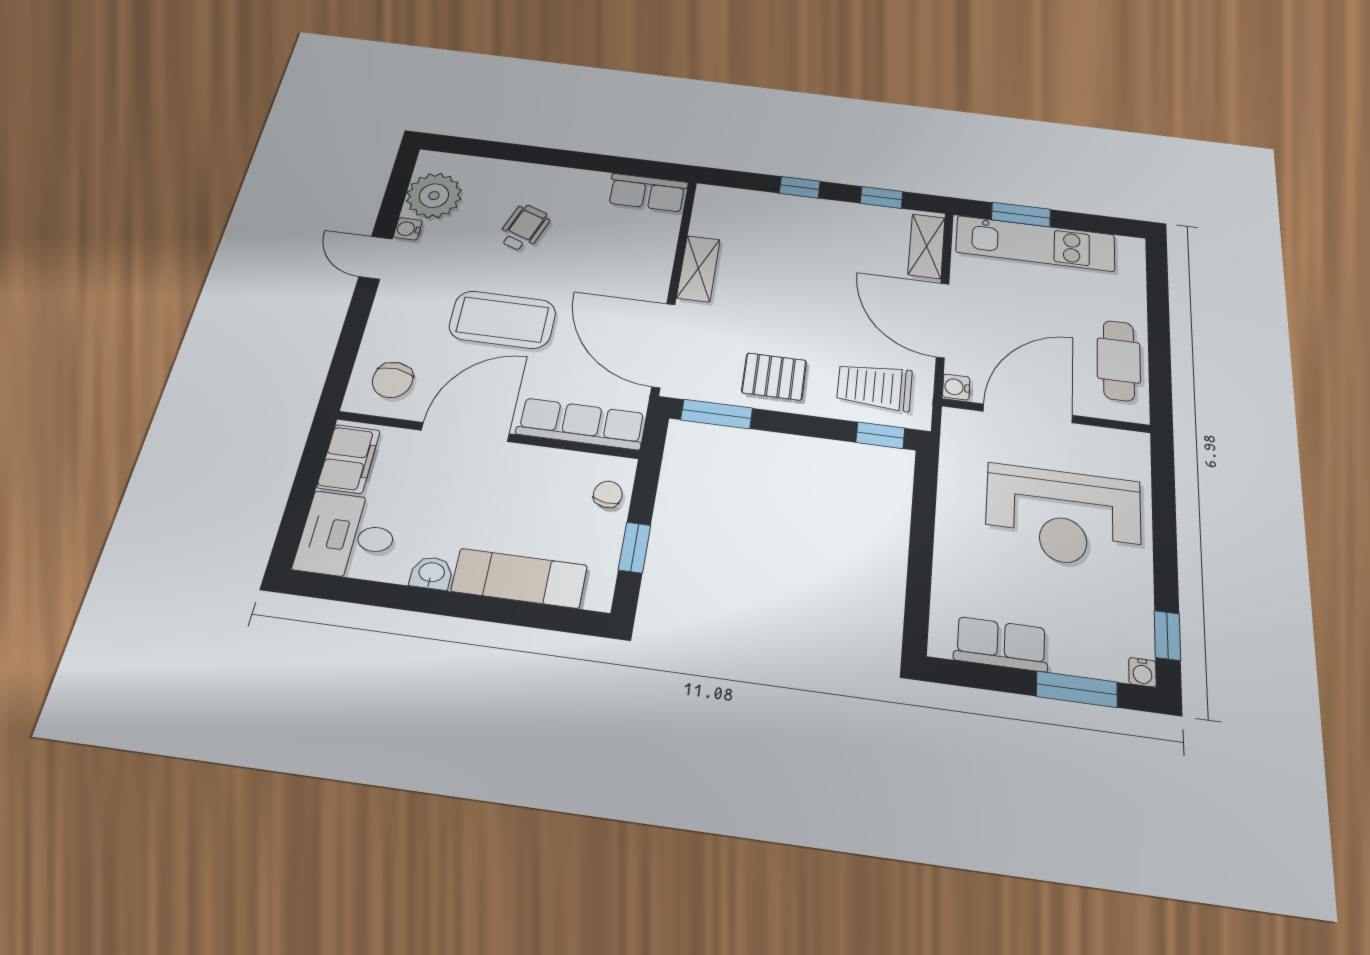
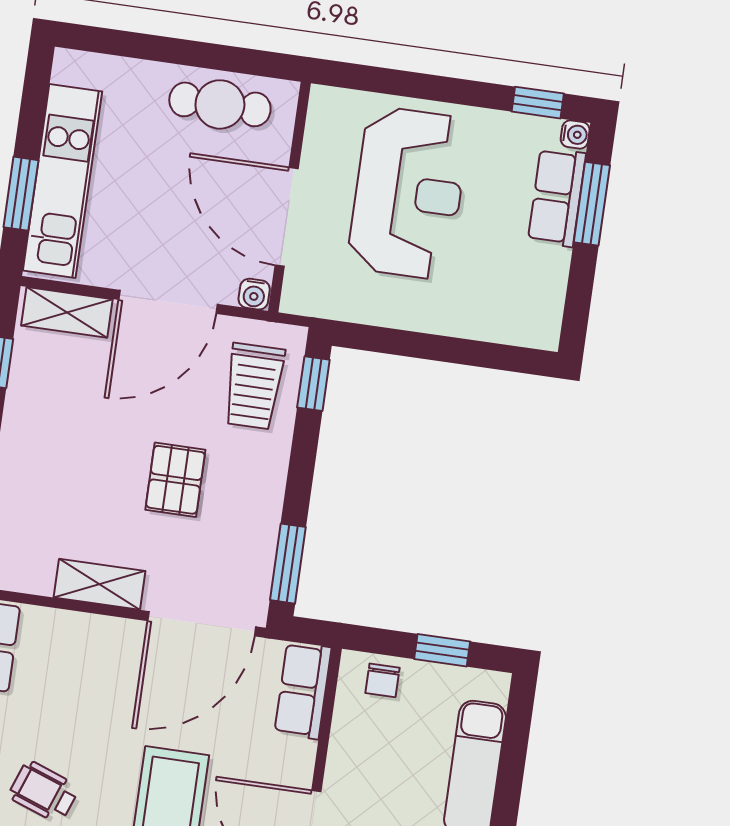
pallet: (774, 377) -> (175, 480), moved
row of seats: (581, 424) -> (303, 690), width x0.68
chair: (608, 494) -> (383, 680), turned -97
row of seats: (1001, 644) -> (557, 197), moved

